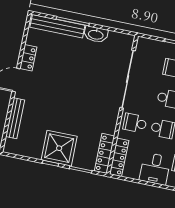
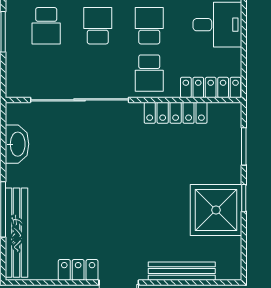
washbasin: (96, 34) -> (17, 144), moved
shower: (59, 148) -> (216, 210), moved
locker: (104, 153) -> (176, 113), moved

